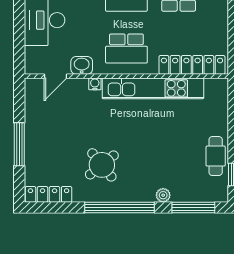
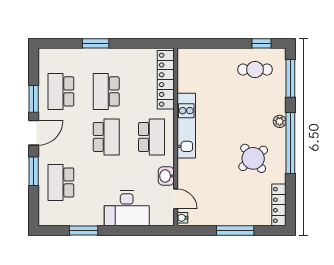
water cooler: (95, 84) -> (182, 218), moved
kitchen unit: (153, 88) -> (186, 126), width x0.73
cafe table: (216, 156) -> (255, 70), moved
plant: (163, 195) -> (280, 121), moved

